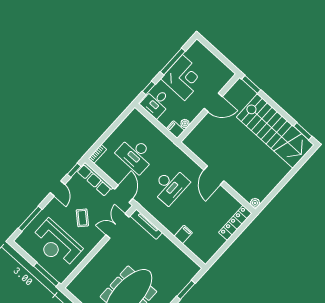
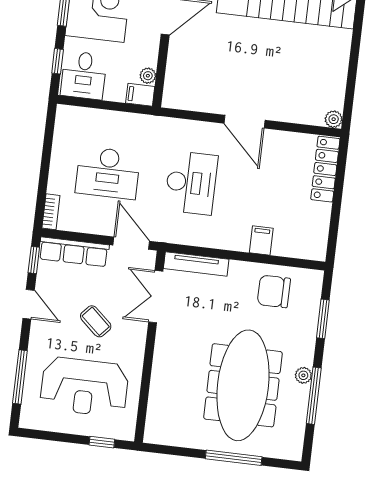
chair: (173, 262) -> (274, 291), added
window: (46, 274) -> (102, 442), width x0.46

